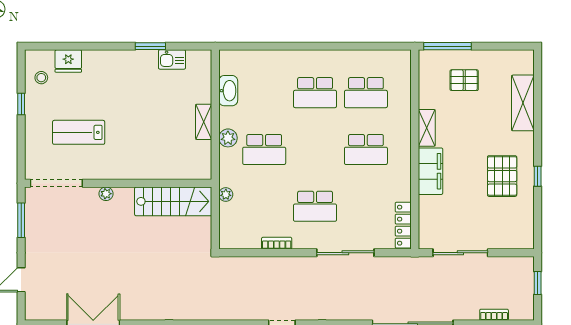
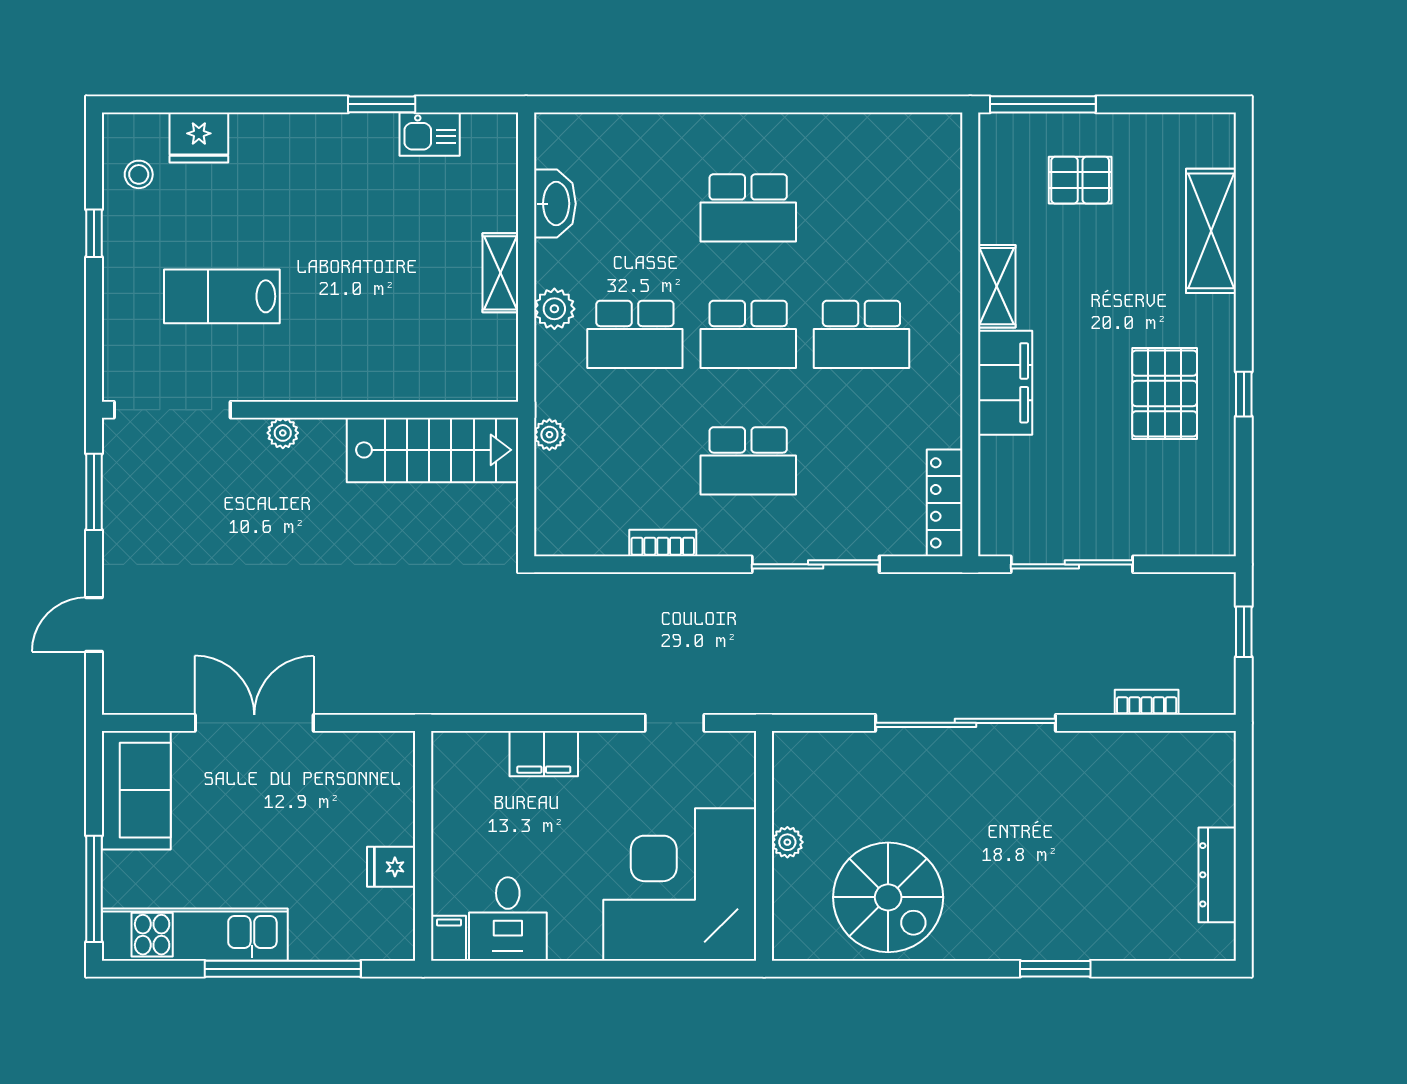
school desk: (366, 93) -> (748, 334), moved

